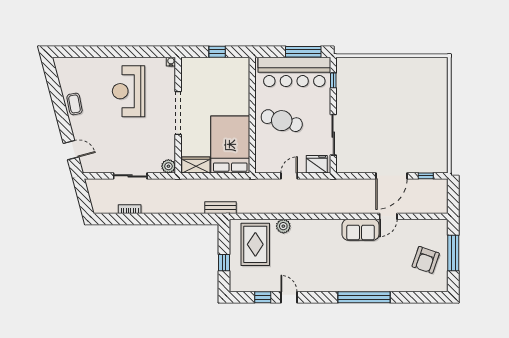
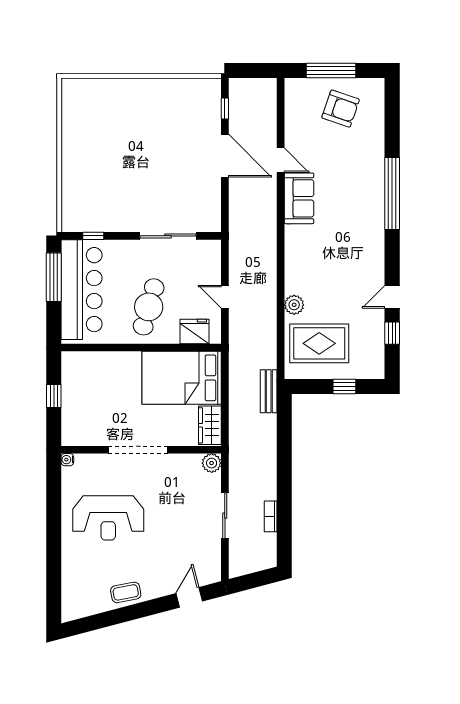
fridge: (317, 164) -> (194, 331), moved, turned 90

